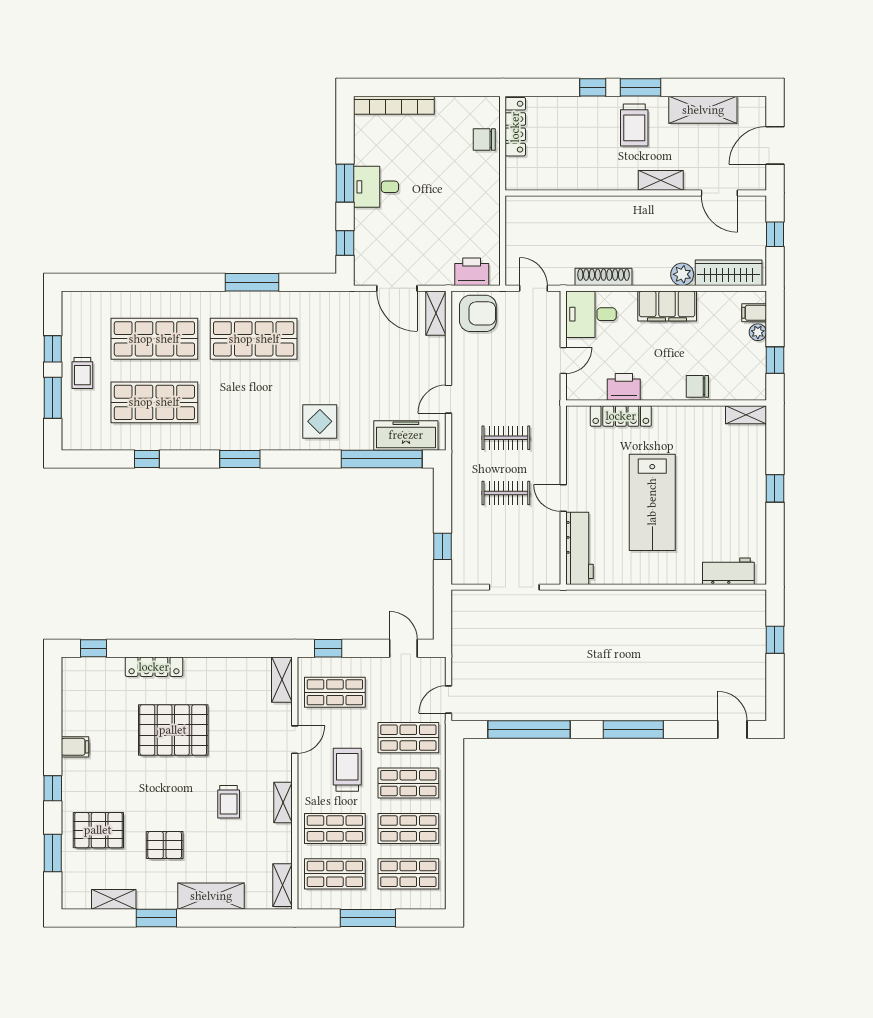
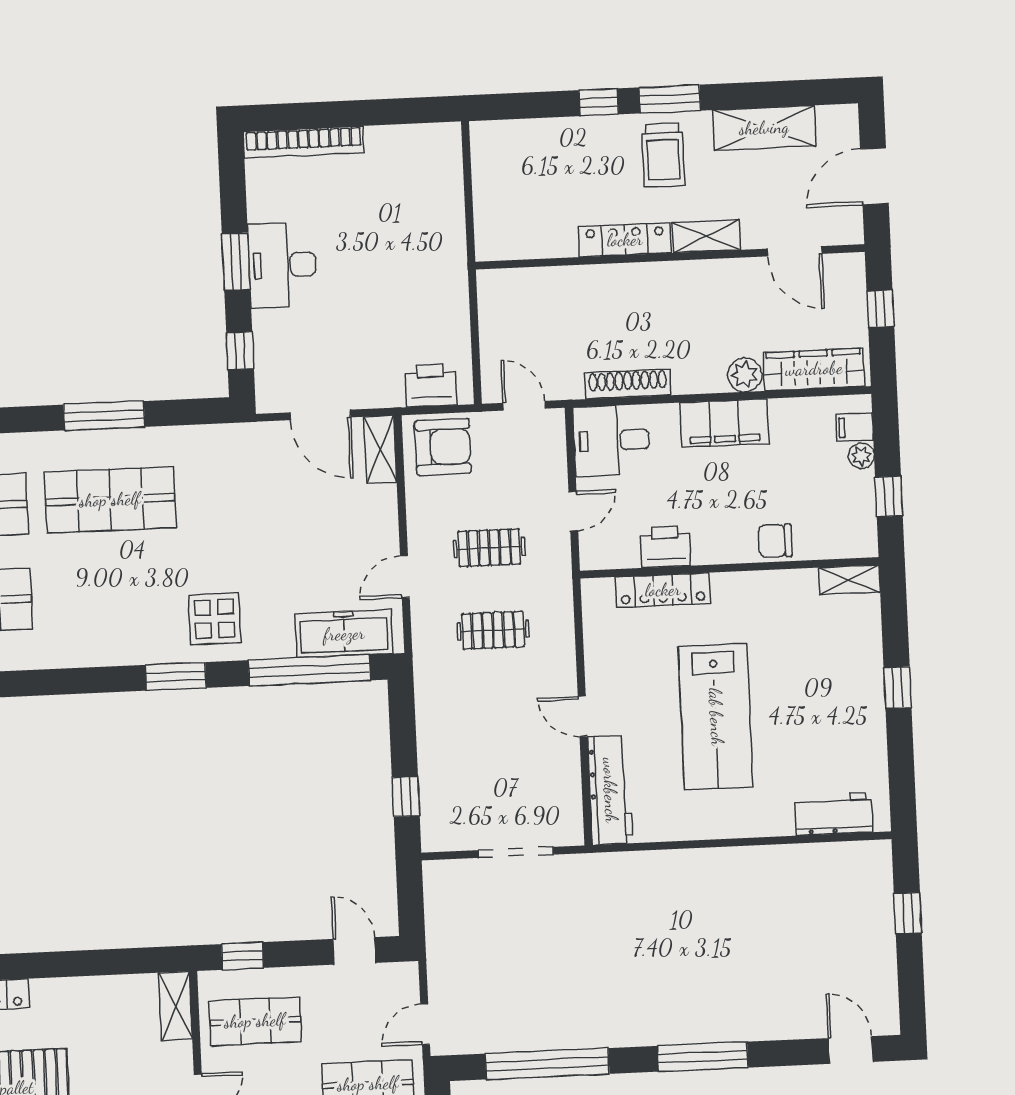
locker: (515, 127) -> (625, 240), moved, turned -90
chair: (484, 139) -> (441, 187), removed
desk: (376, 187) -> (282, 265), width x1.37
window: (240, 459) -> (176, 676), moved
clothes rail: (506, 493) -> (489, 548), moved

